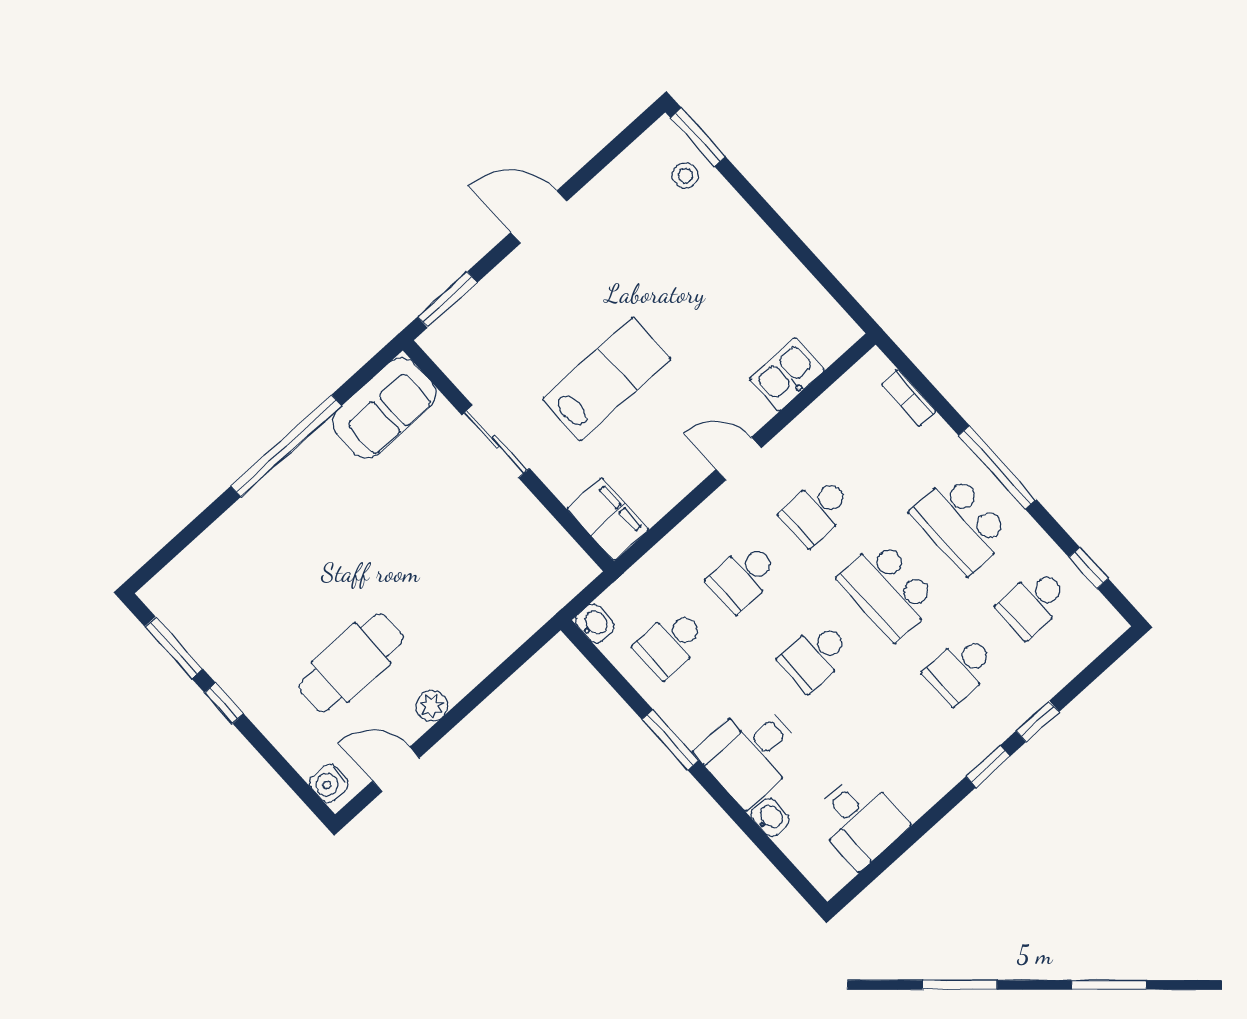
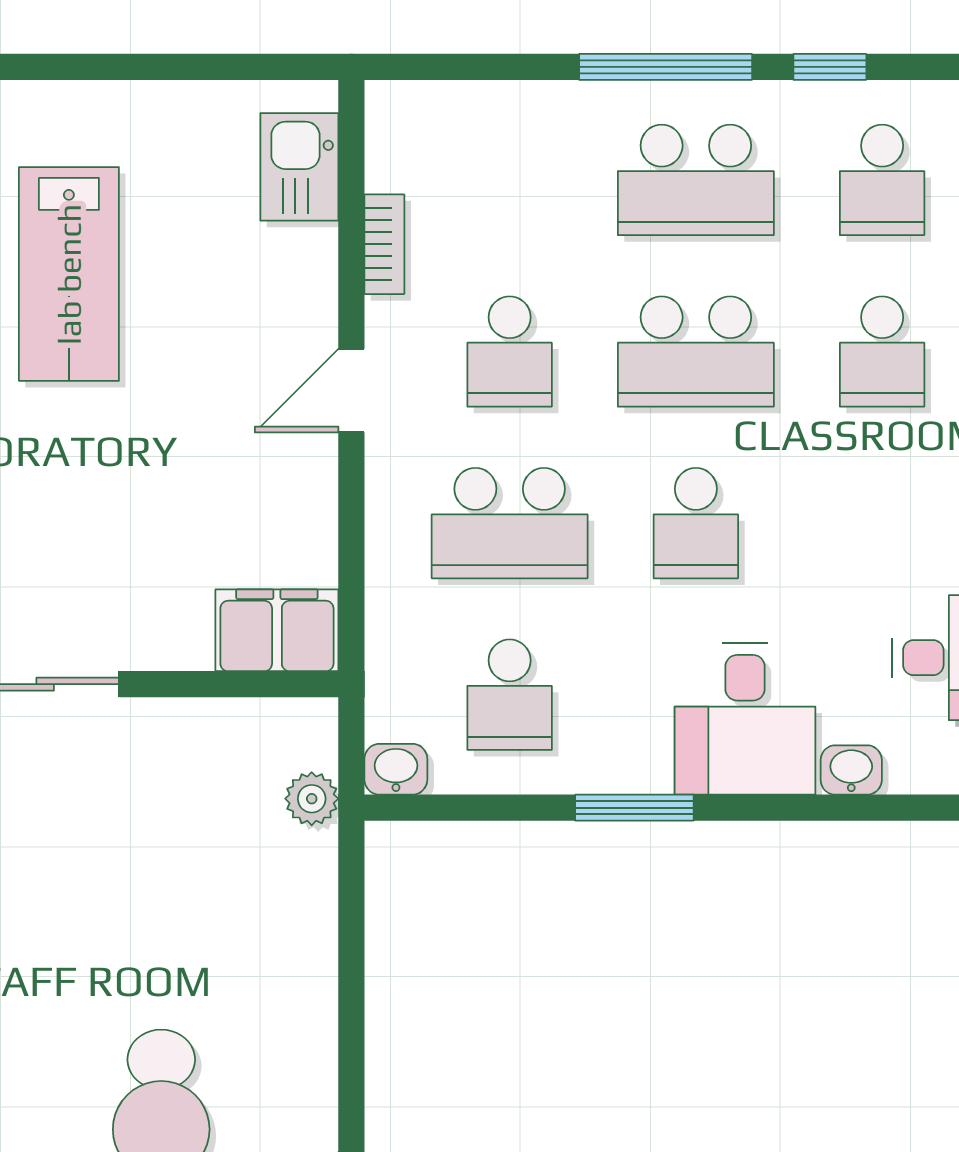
kitchen sink: (787, 375) -> (299, 167), moved
lab bench: (607, 379) -> (69, 274), moved, turned 180
bookcase: (909, 398) -> (384, 244), moved, turned -90
window: (1089, 568) -> (830, 67), moved
school desk: (743, 577) -> (510, 523), width x1.85
plant: (432, 706) -> (312, 799), moved

